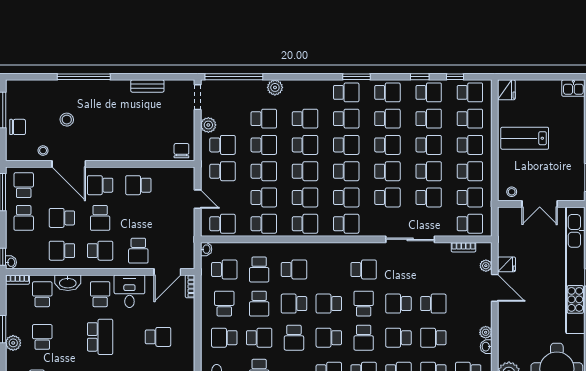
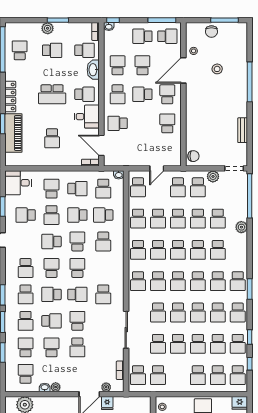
school desk: (470, 171) -> (178, 375), removed
school desk: (398, 338) -> (51, 321), turned 90

